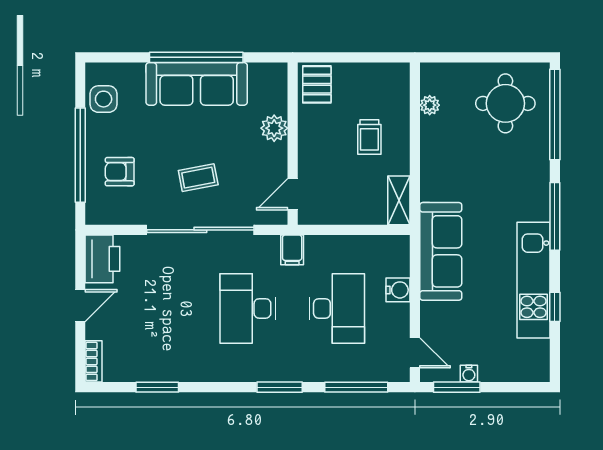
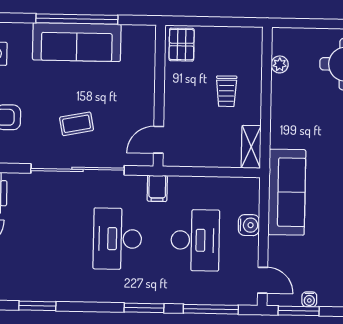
plant: (274, 128) -> (144, 82), removed

